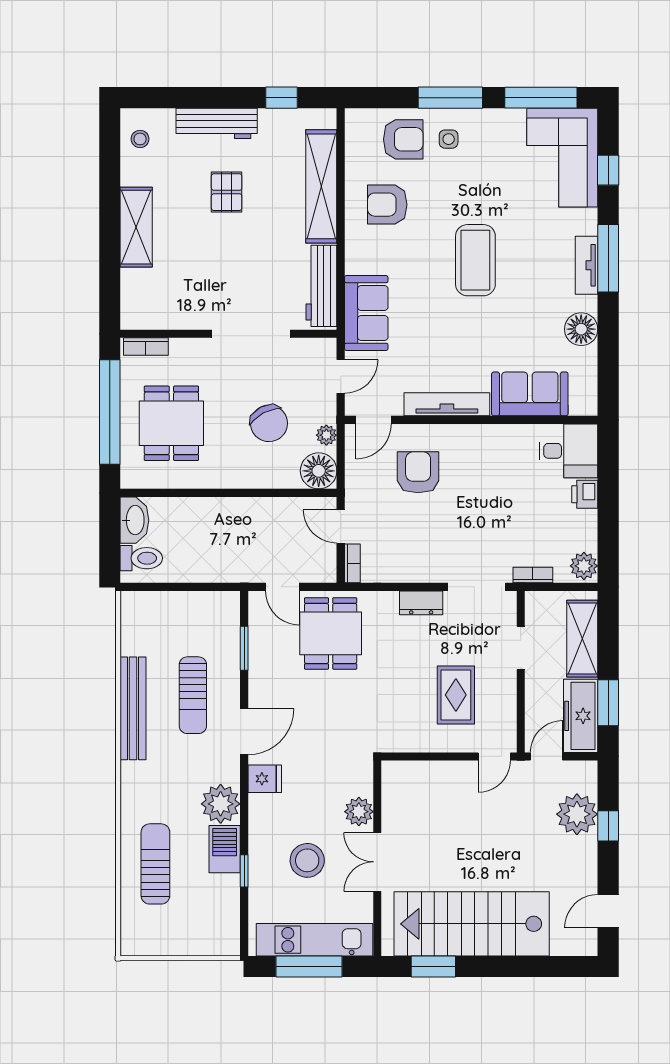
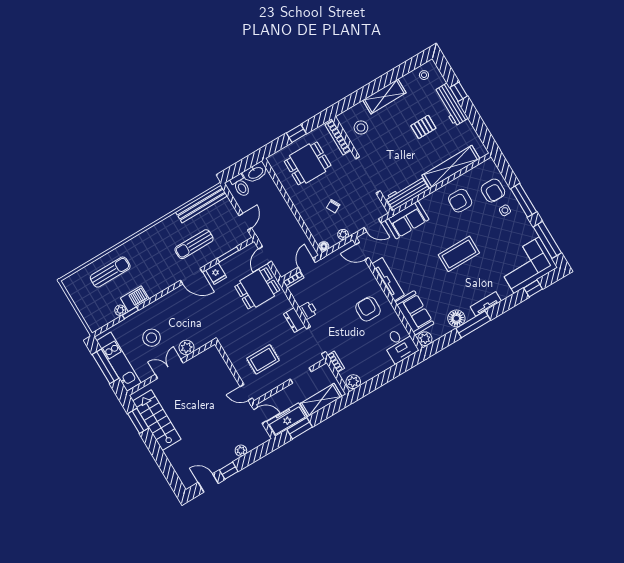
window: (282, 98) -> (459, 92), moved
armchair: (387, 205) -> (460, 201), turned -88
window: (608, 258) -> (473, 324), moved
stool: (165, 298) -> (361, 127), added
bookcase: (146, 347) -> (338, 138), width x1.56
plant: (584, 402) -> (425, 339), added
window: (110, 412) -> (296, 133), width x0.32
chair: (269, 423) -> (333, 206), width x0.54, depth x0.54
floor lamp: (319, 471) -> (324, 246), width x0.53, depth x0.53
armchair: (418, 472) -> (368, 309), moved, turned -90
printer: (585, 494) -> (308, 310), moved, turned 90
door: (207, 587) -> (245, 222), added
bench: (133, 708) -> (201, 204), moved
fridge: (265, 779) -> (216, 274), moved
plant: (221, 804) -> (120, 310), moved, width x0.53, depth x0.53
plant: (577, 814) -> (241, 451), width x0.53, depth x0.53
window: (608, 826) -> (229, 471), moved
stairs: (472, 924) -> (157, 420), width x0.73, depth x0.66

